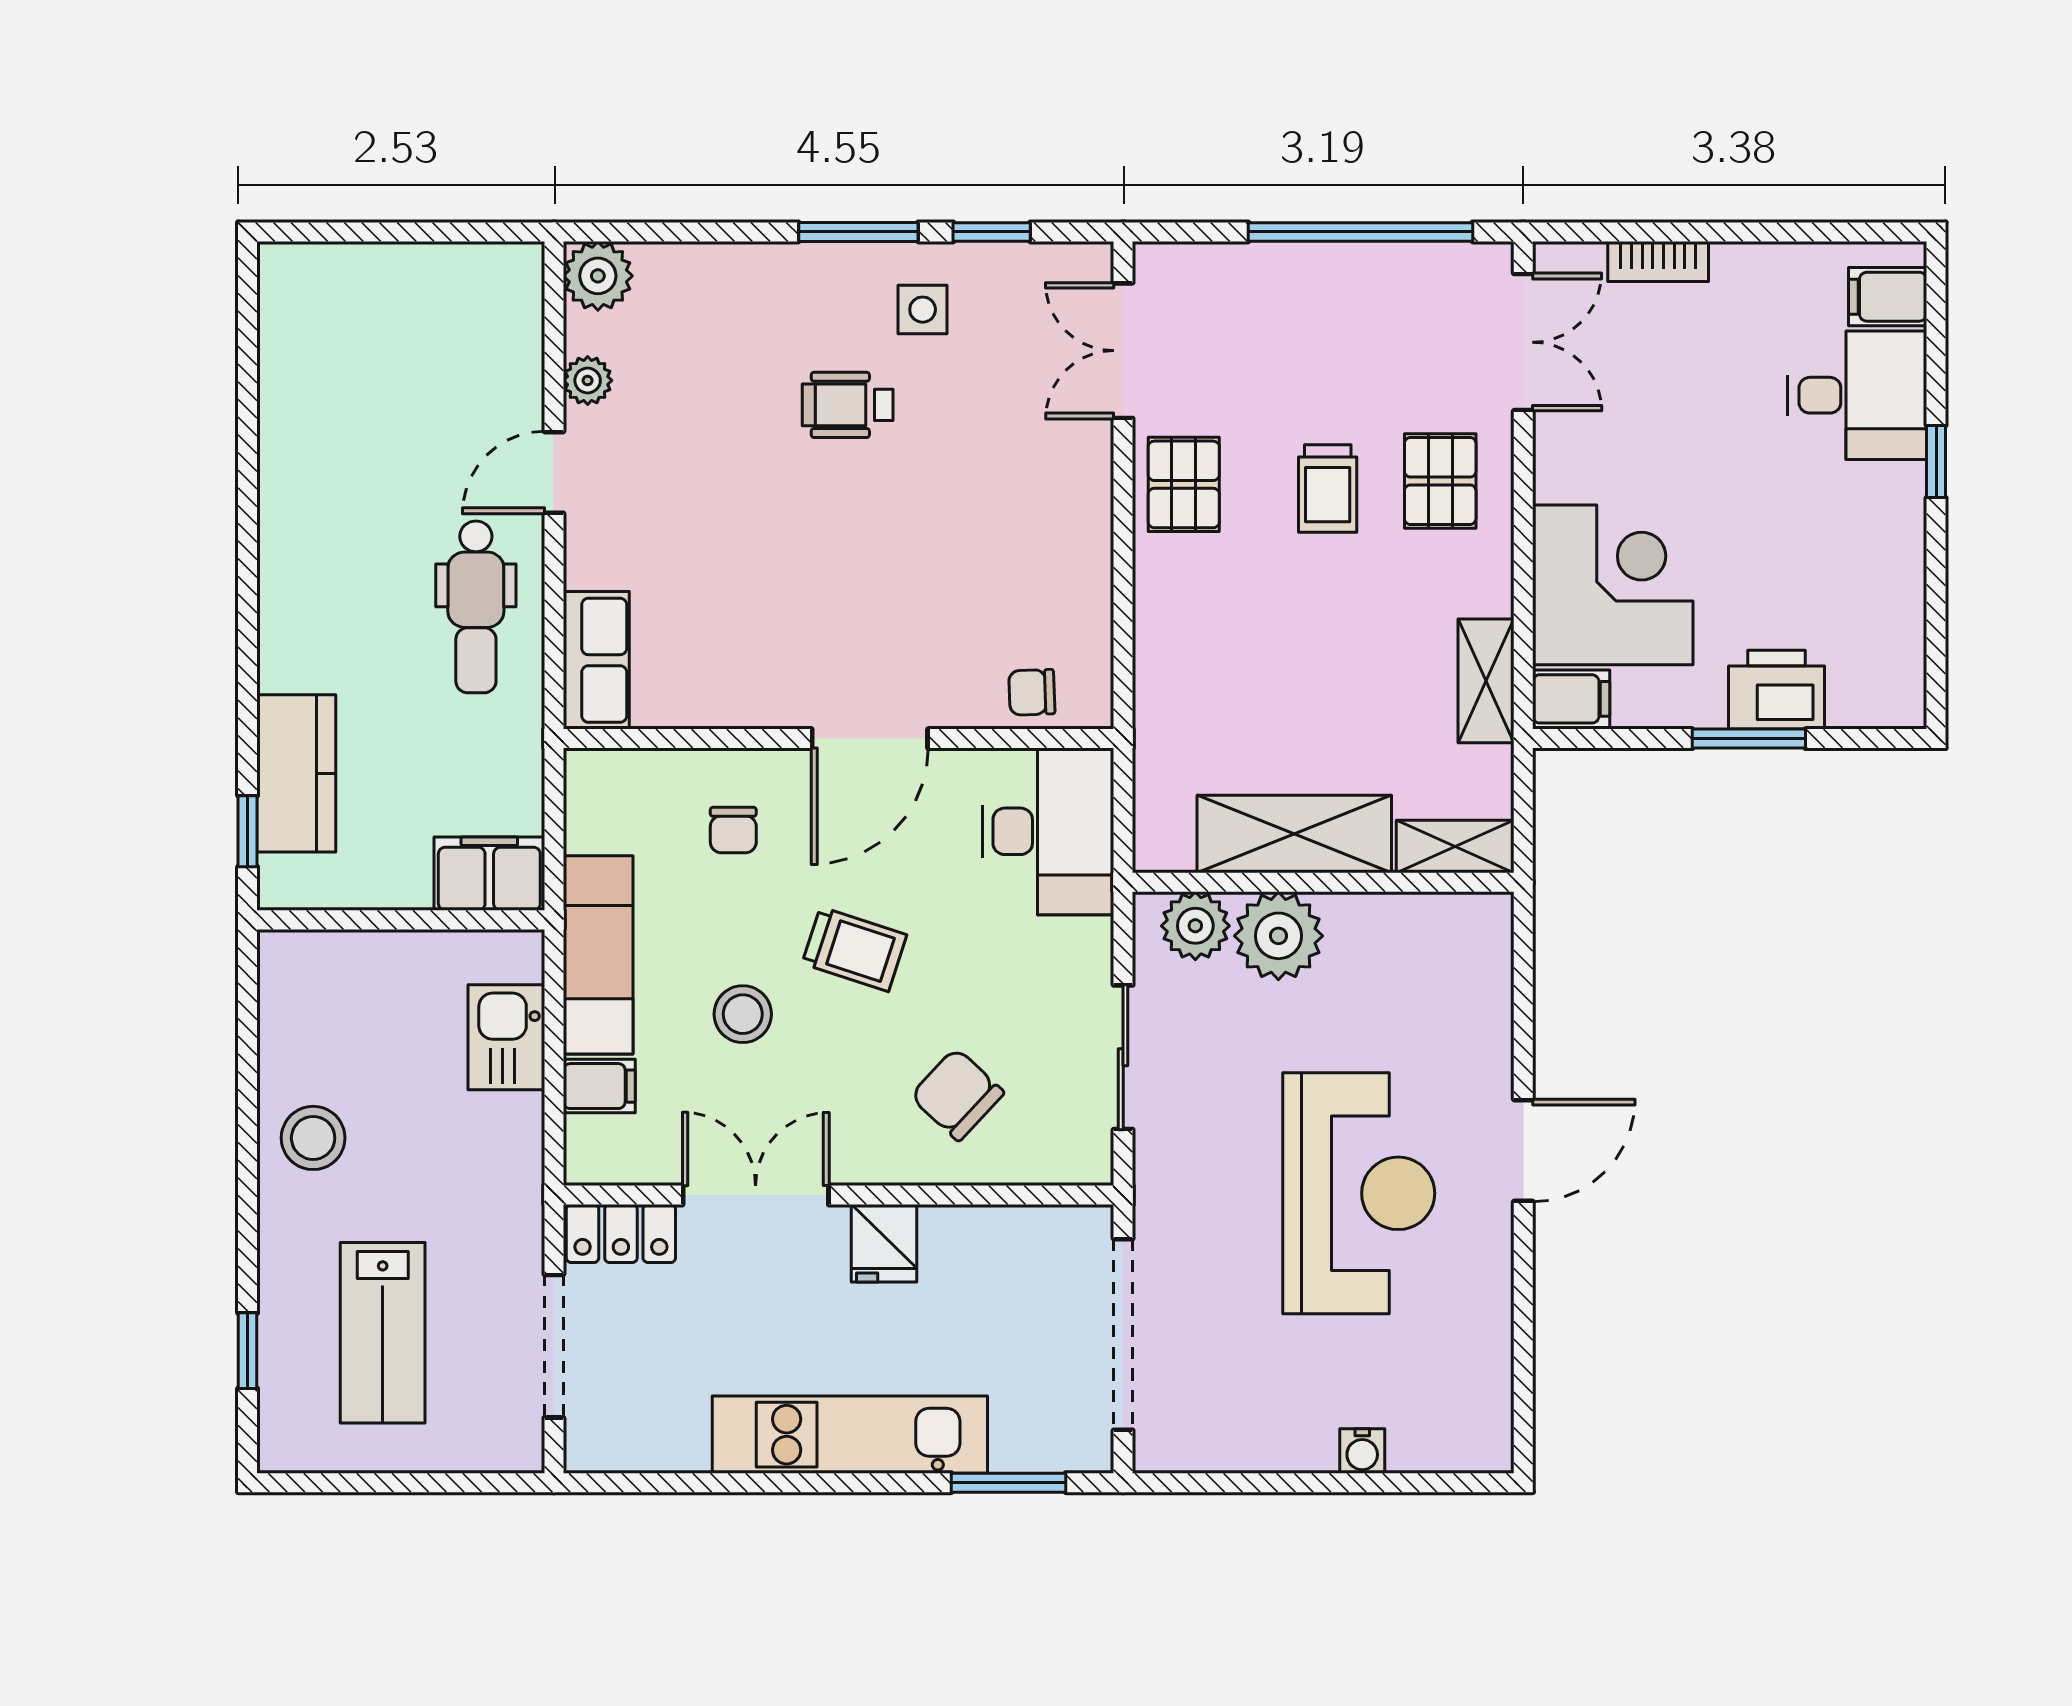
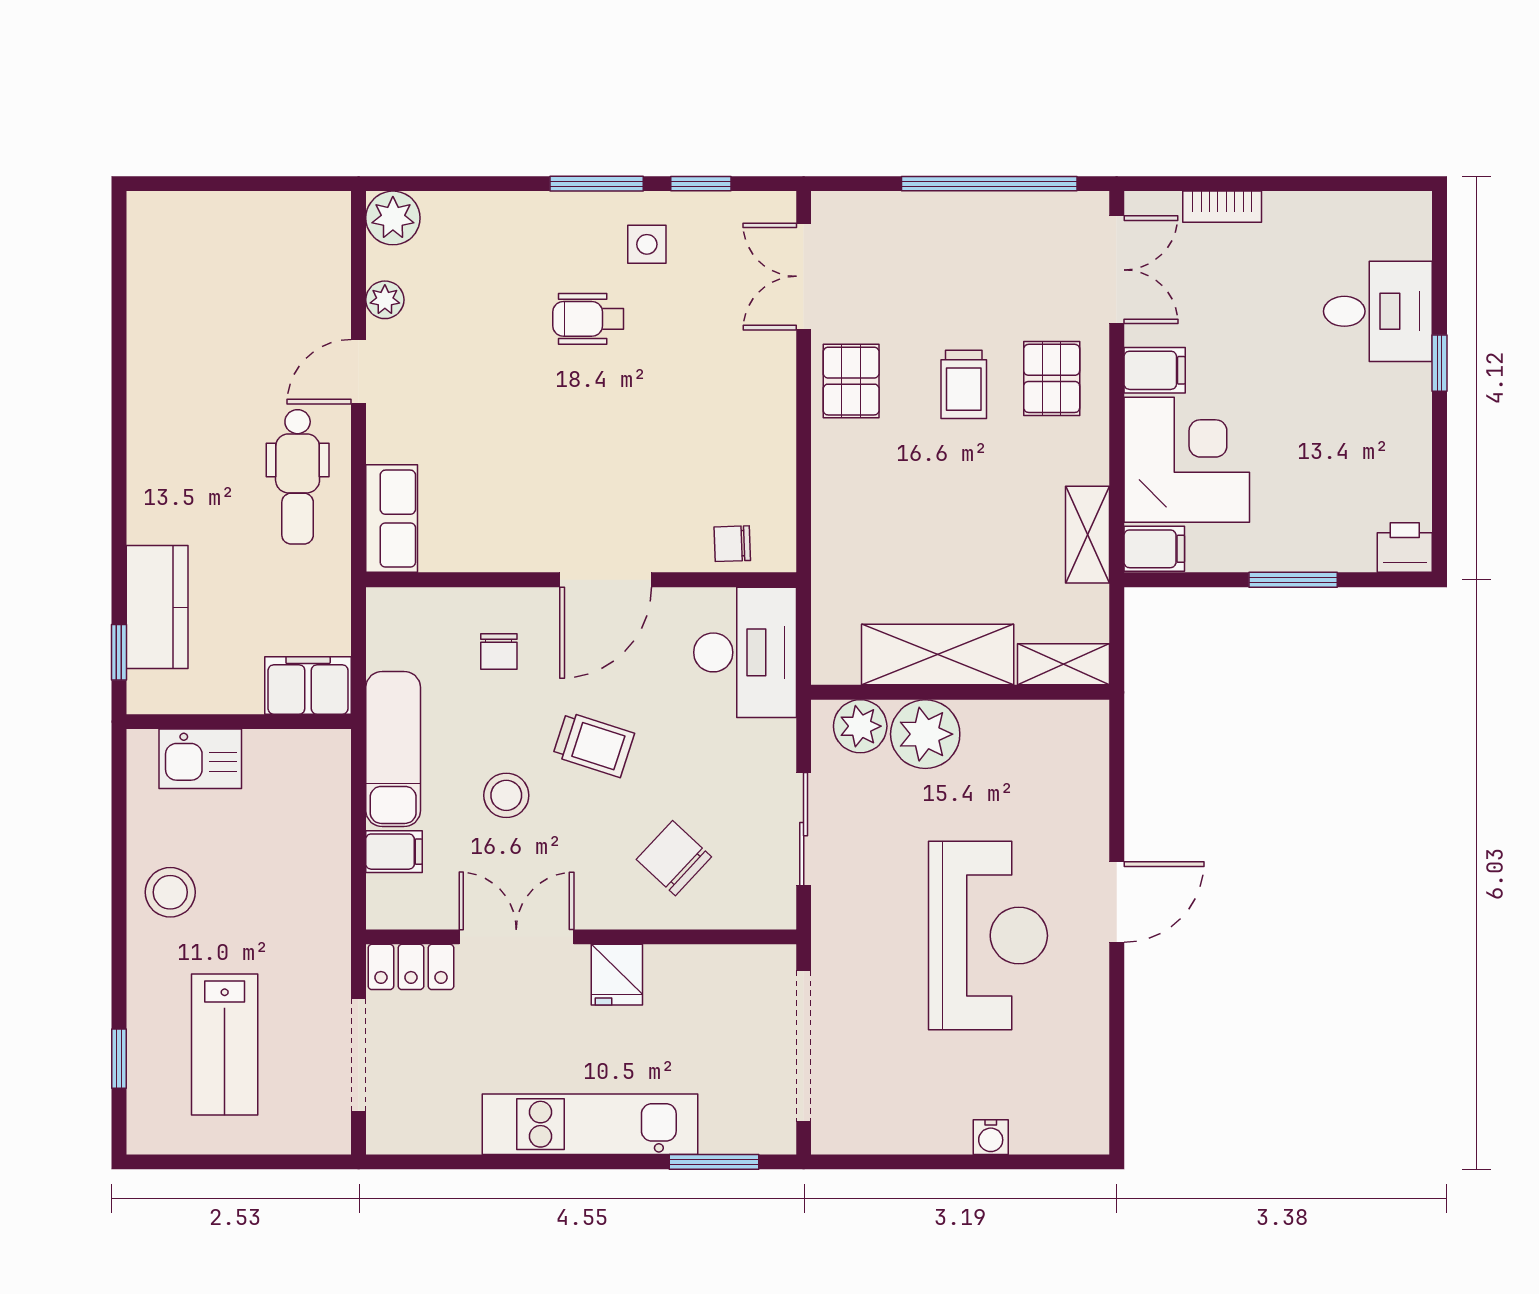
filing cabinet: (1888, 297) -> (1155, 370), moved, turned 180
printer: (1777, 690) -> (1405, 548), moved, width x0.73, depth x0.81
kitchen sink: (506, 1037) -> (200, 759), moved, turned -90

